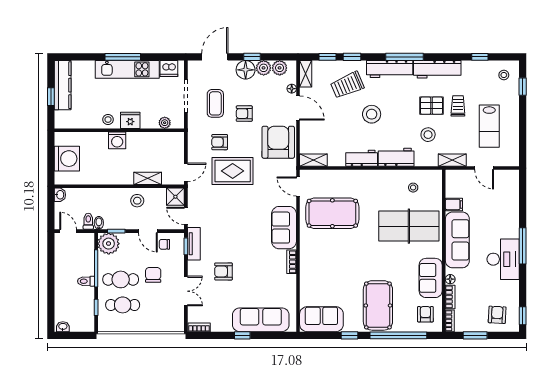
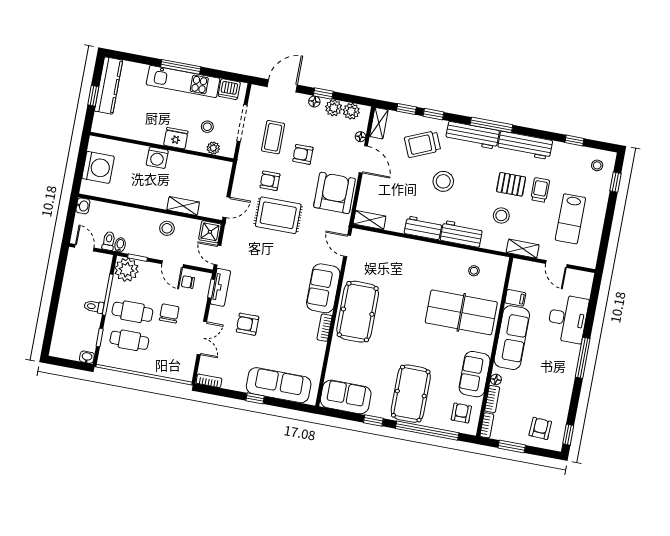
floor lamp: (246, 70) -> (314, 102), width x0.53, depth x0.53
stool: (108, 120) -> (207, 127), moved
pool table: (332, 213) -> (358, 312), moved, turned 90
desk: (503, 259) -> (568, 319), moved
washbasin: (63, 327) -> (87, 357), moved

